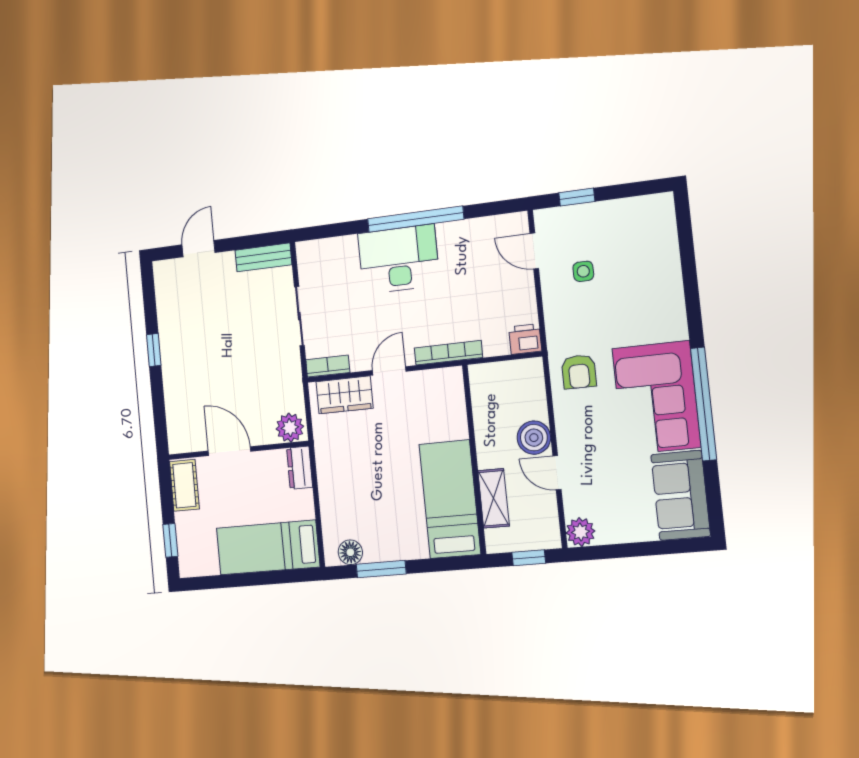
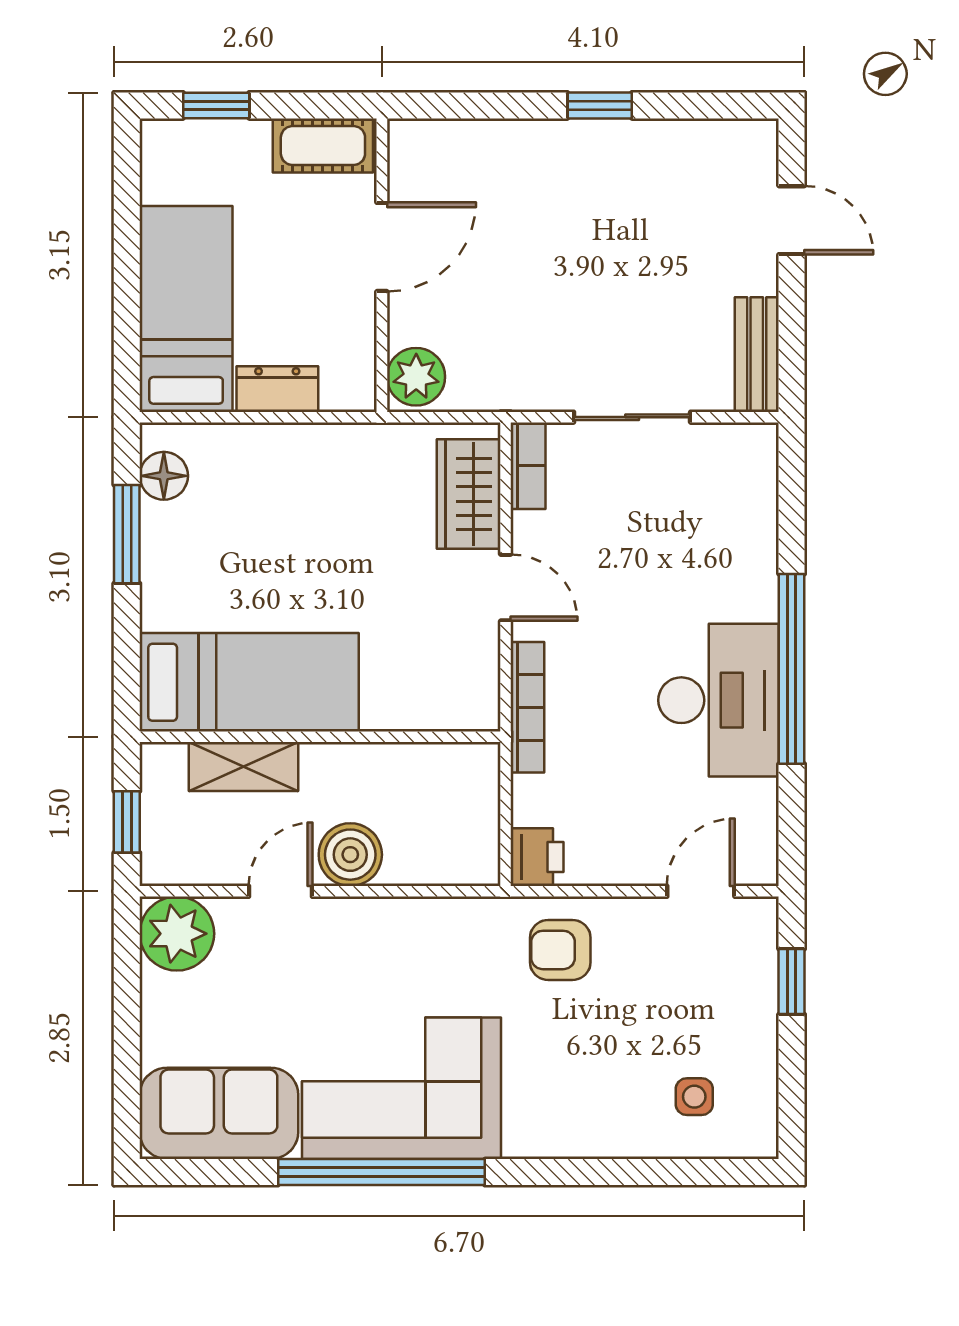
desk: (399, 259) -> (719, 700), moved
side table: (583, 271) -> (694, 1097), moved
armchair: (579, 372) -> (560, 950), moved
dresser: (300, 468) -> (277, 389), moved
plant: (580, 532) -> (177, 934), width x1.36, depth x1.36

